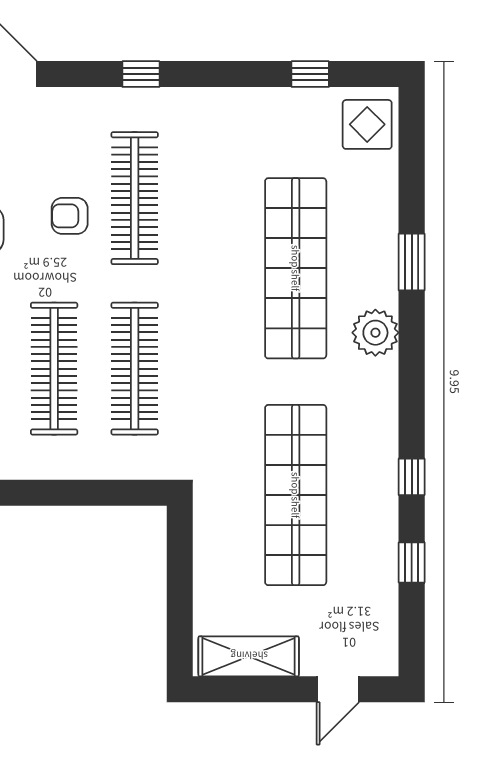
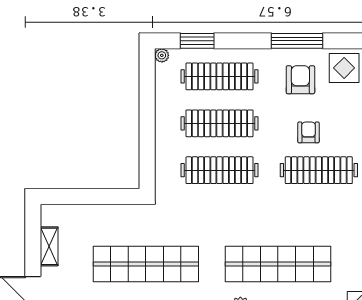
shelving: (249, 656) -> (49, 246), width x0.67, depth x0.75

